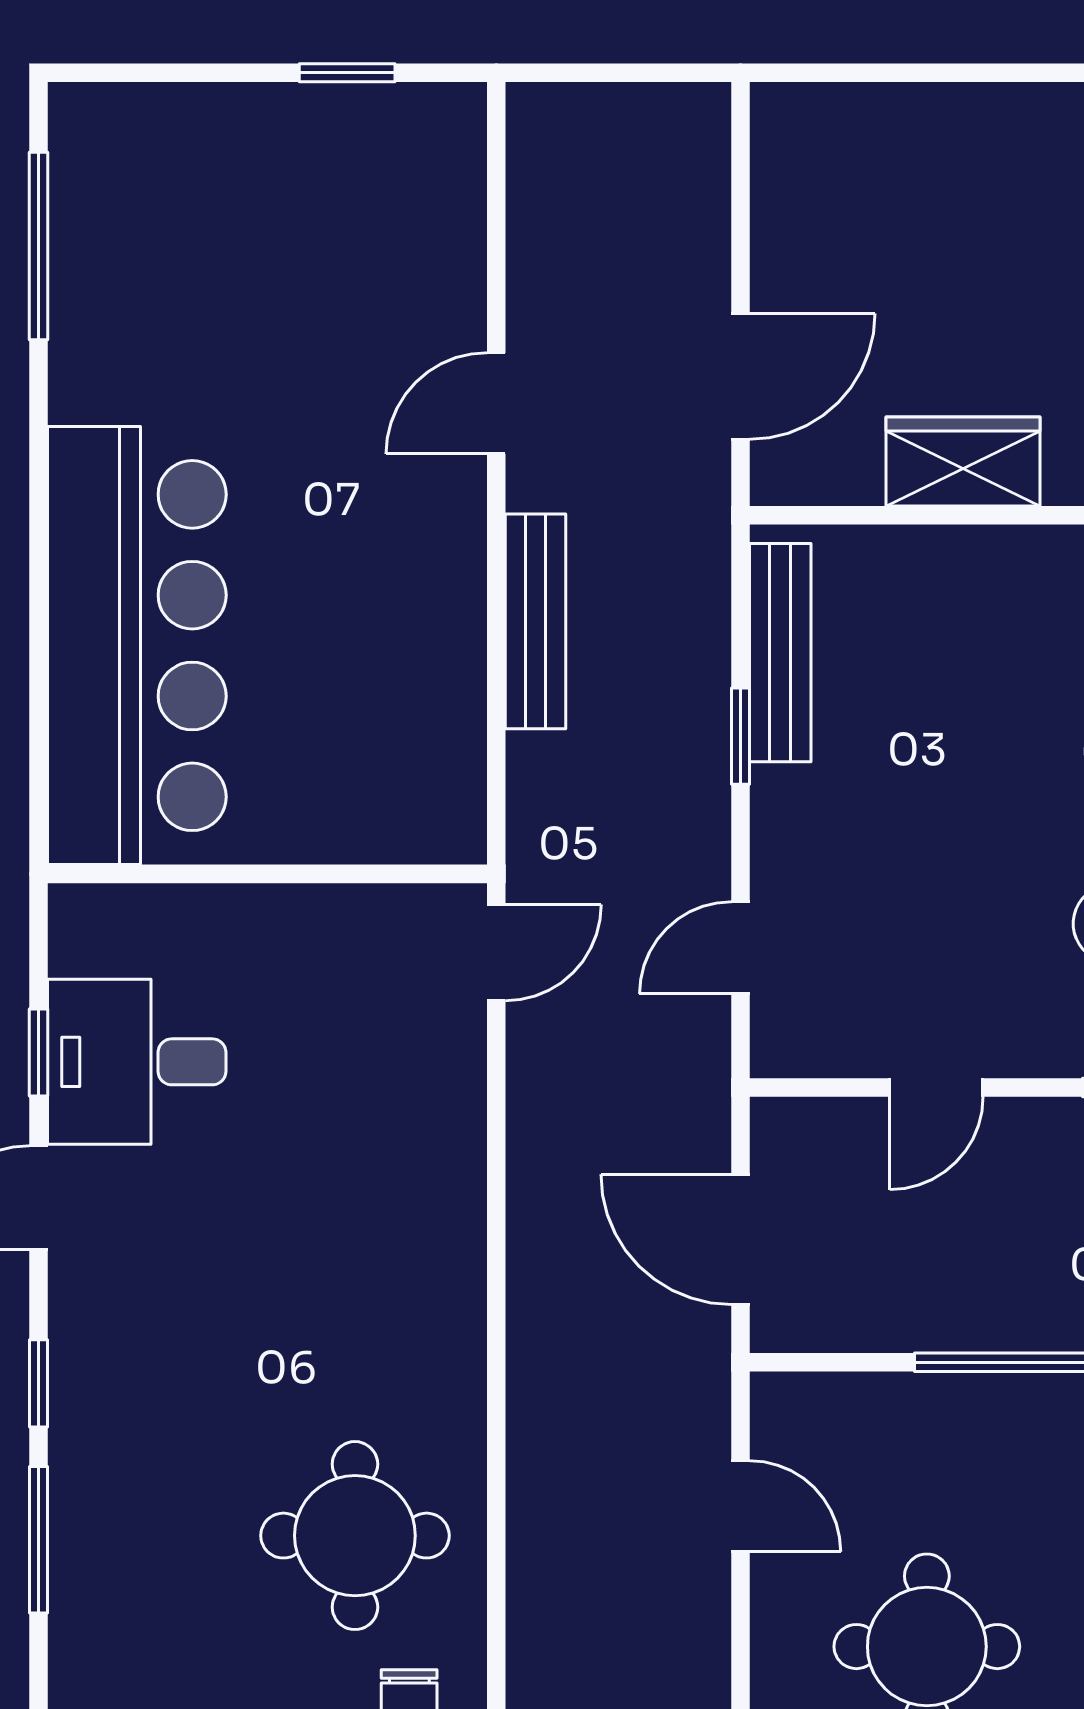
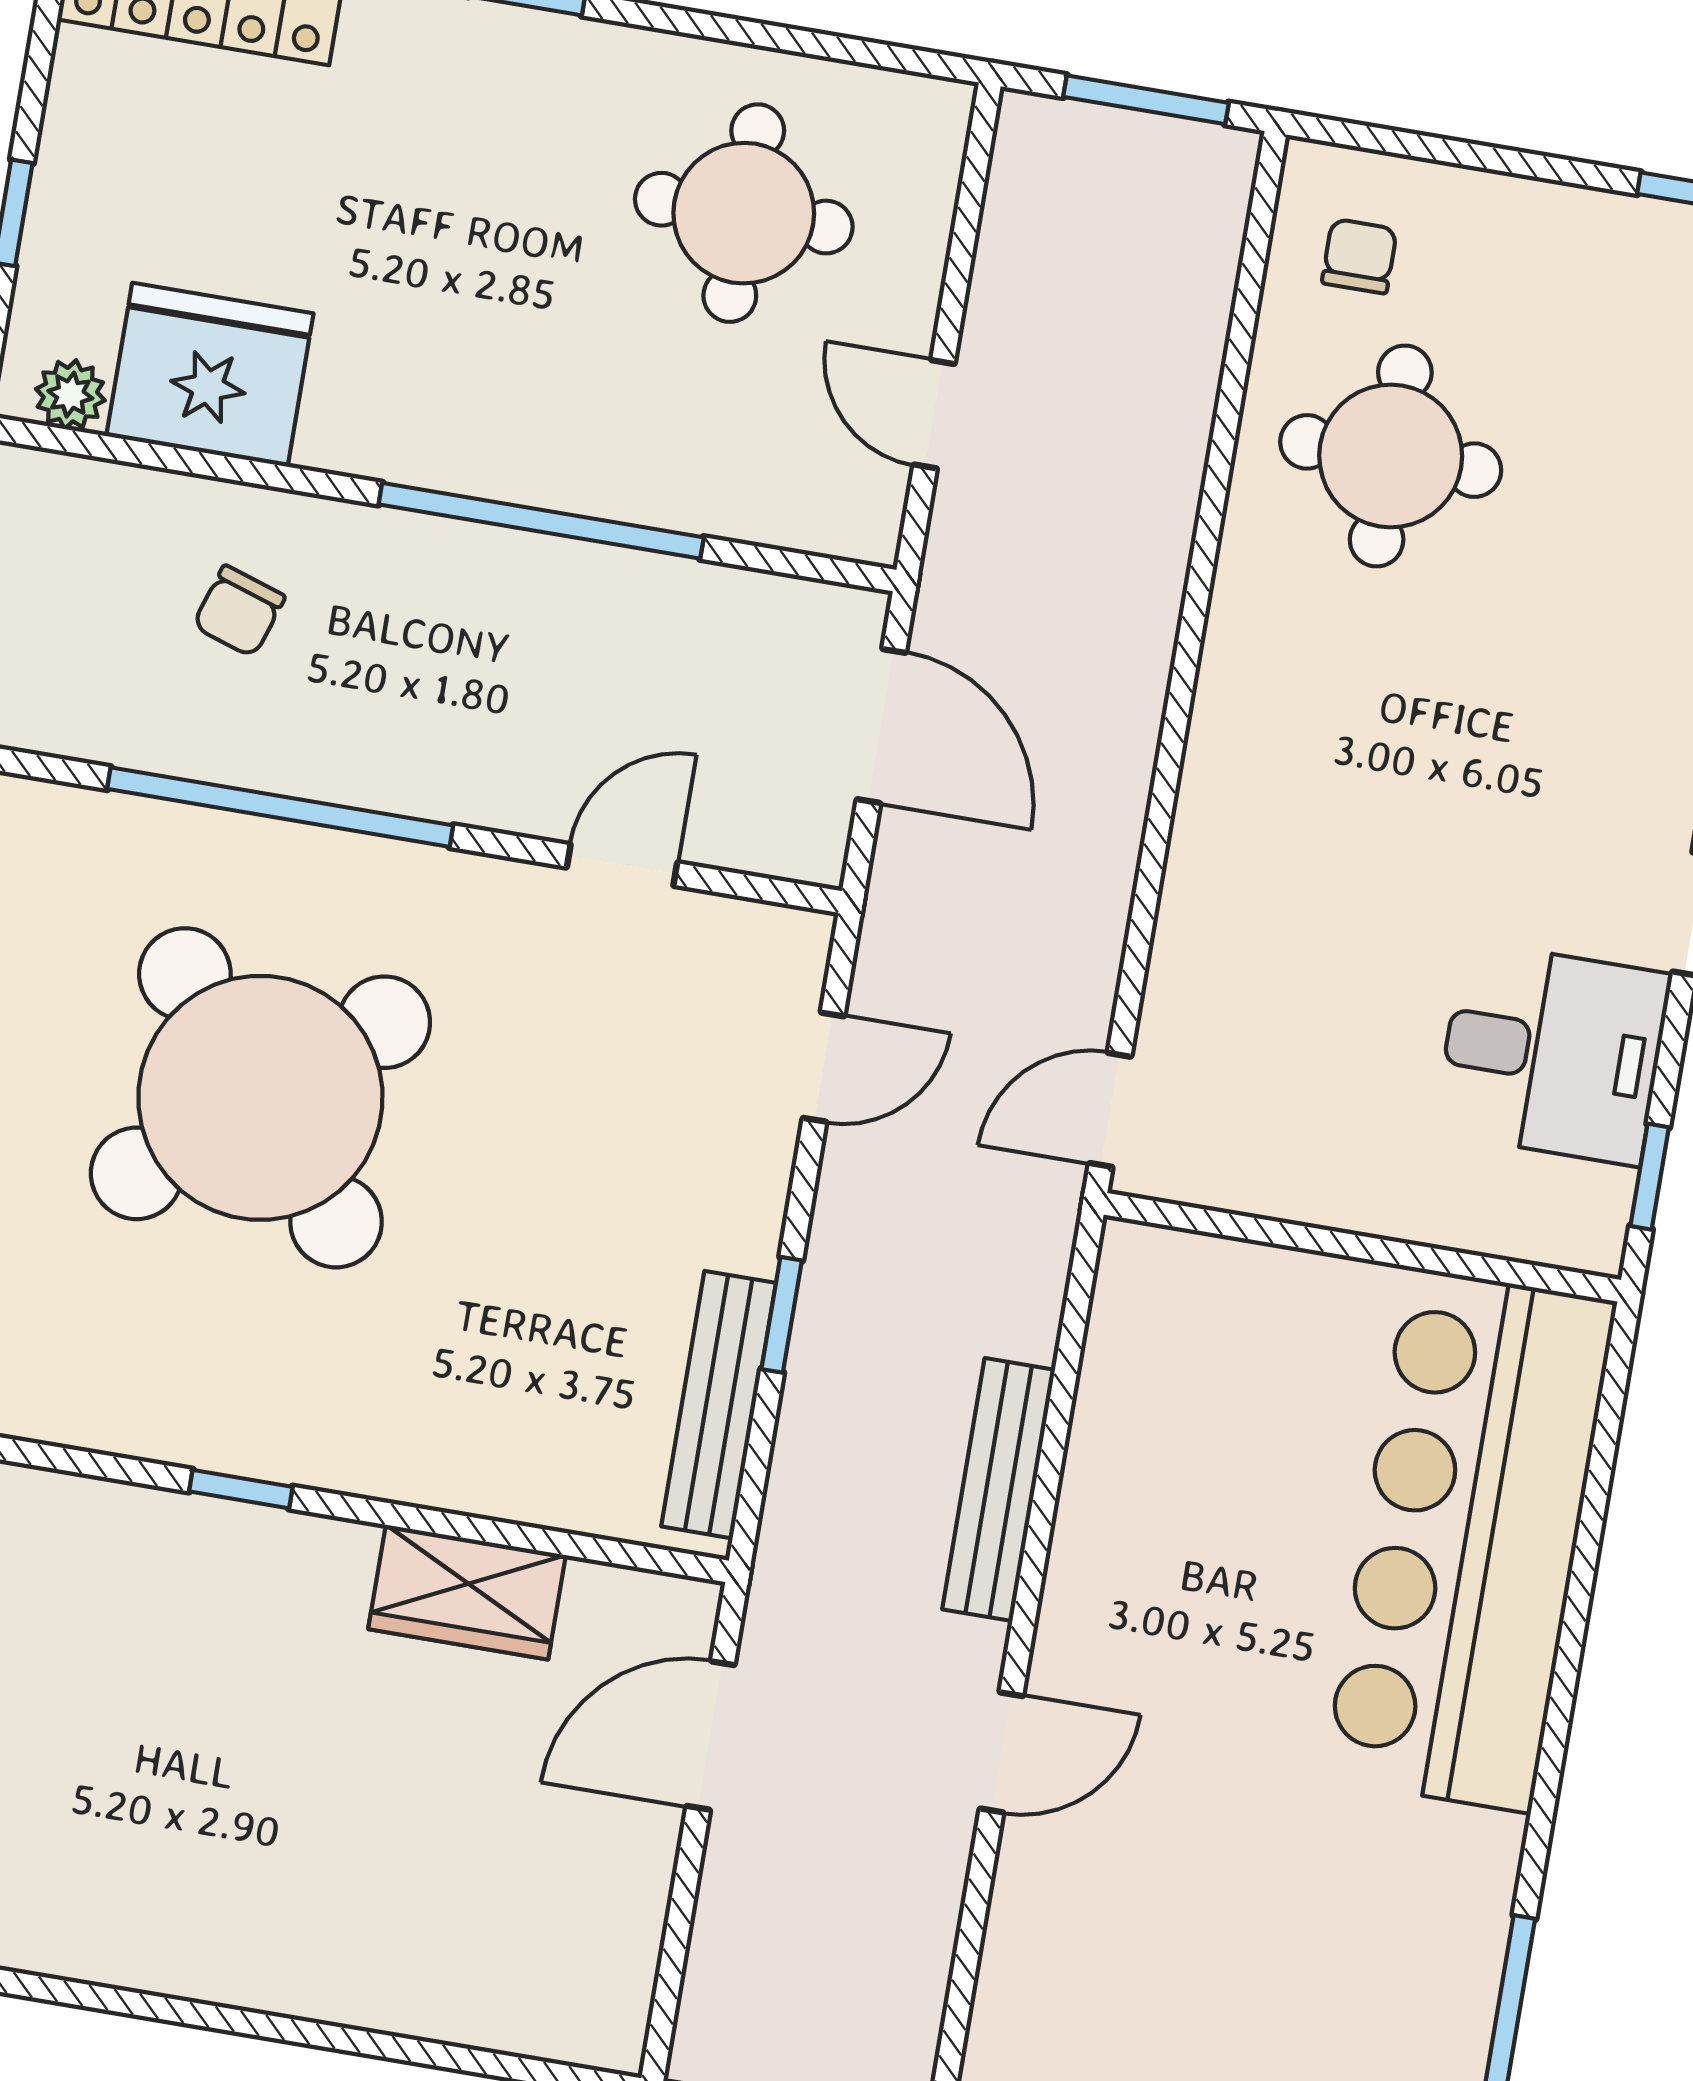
window: (38, 1053) -> (1650, 1177), moved

